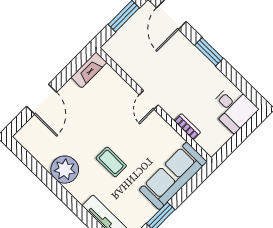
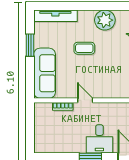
door: (149, 100) -> (85, 100), moved
desk: (233, 108) -> (99, 139), moved, turned -90

